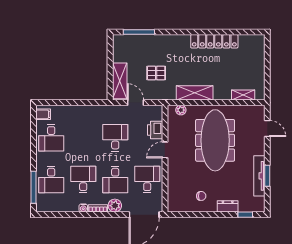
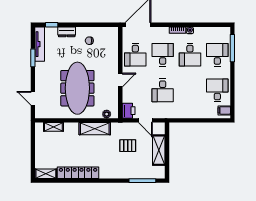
shelving: (252, 40) -> (46, 174), added
shelving: (120, 81) -> (159, 150), moved
printer: (155, 130) -> (129, 111), moved
tv unit: (259, 176) -> (40, 44), moved
plant: (115, 206) -> (163, 32), removed

